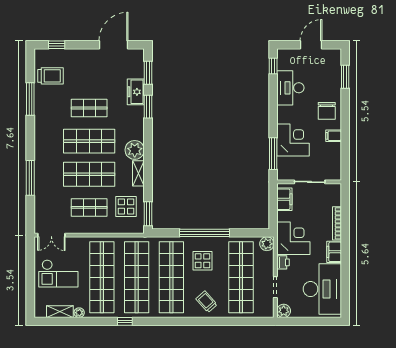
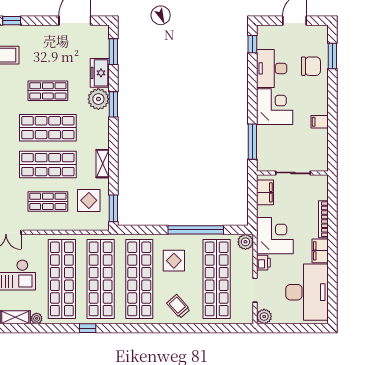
window: (148, 107) -> (113, 104), moved
chair: (327, 111) -> (311, 66), moved, turned -90
corner desk: (293, 140) -> (275, 107), moved
plant: (135, 150) -> (98, 99), moved
window: (205, 233) -> (196, 230), moved

